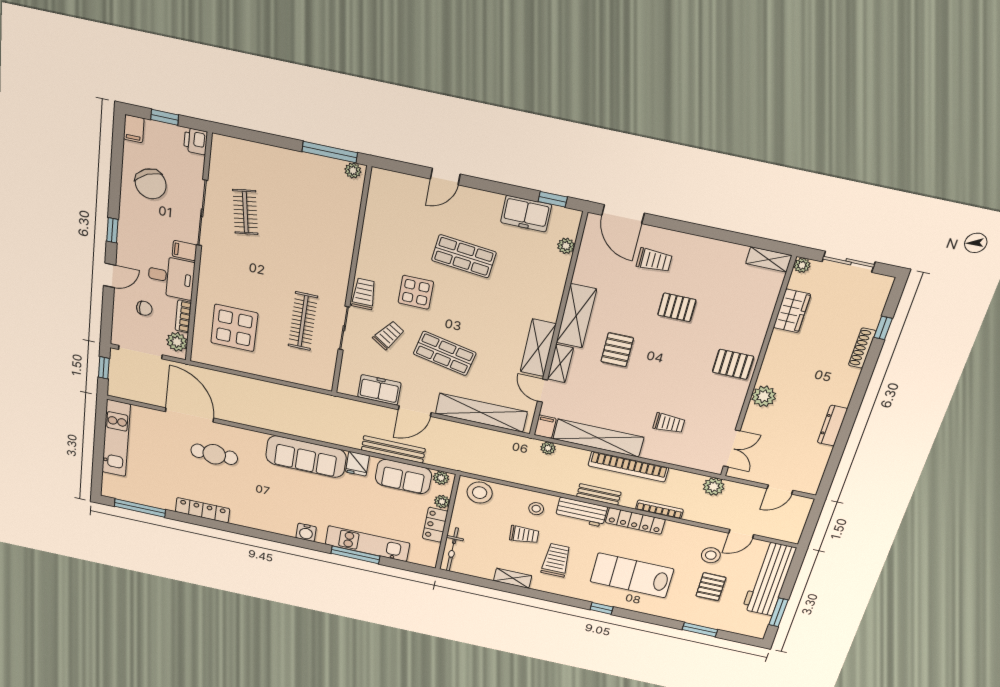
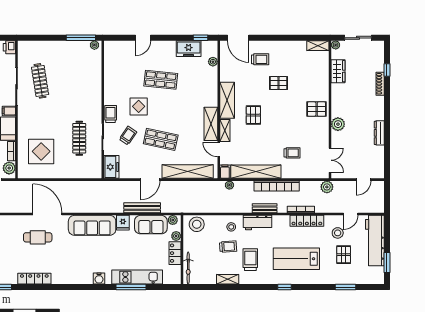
clothes rail: (245, 212) -> (40, 81), width x1.36
freezer: (379, 390) -> (111, 167), moved, turned 90
door: (190, 415) -> (47, 214), moved
locker: (635, 521) -> (307, 221), moved

